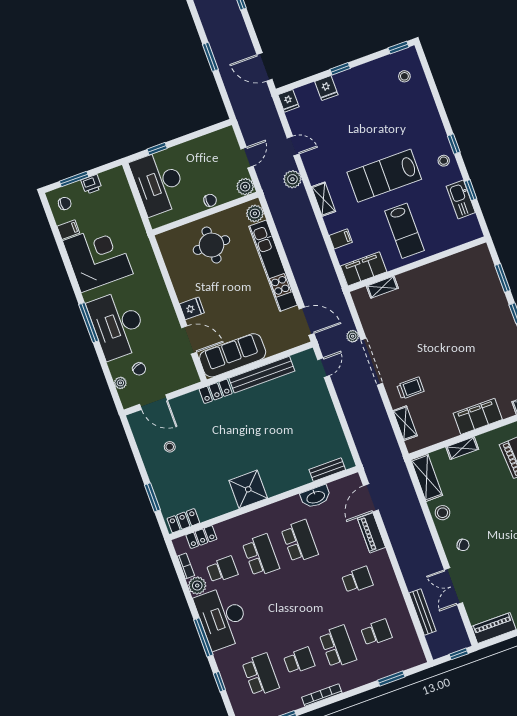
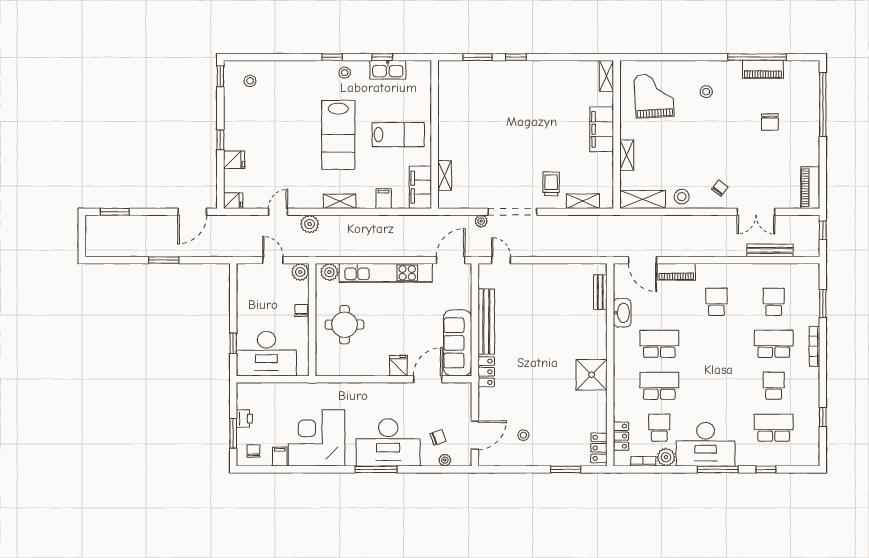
bookcase: (322, 695) -> (814, 346), moved

